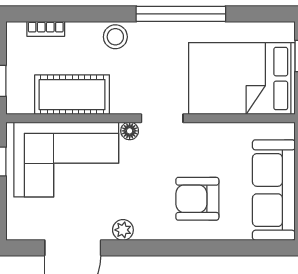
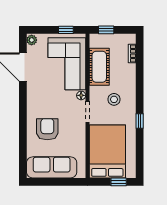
window: (181, 14) -> (140, 121), width x0.32
stool: (115, 37) -> (114, 99), moved
plant: (123, 230) -> (32, 40), moved

